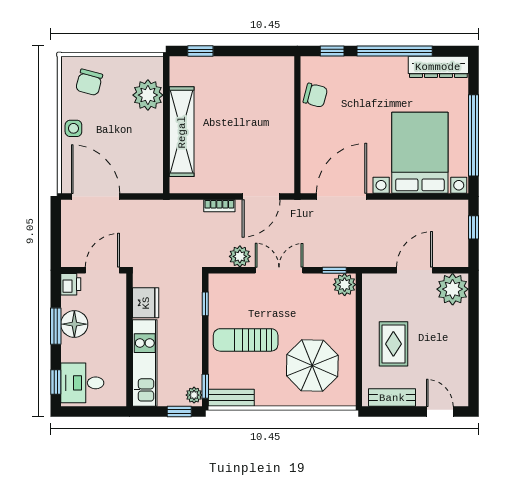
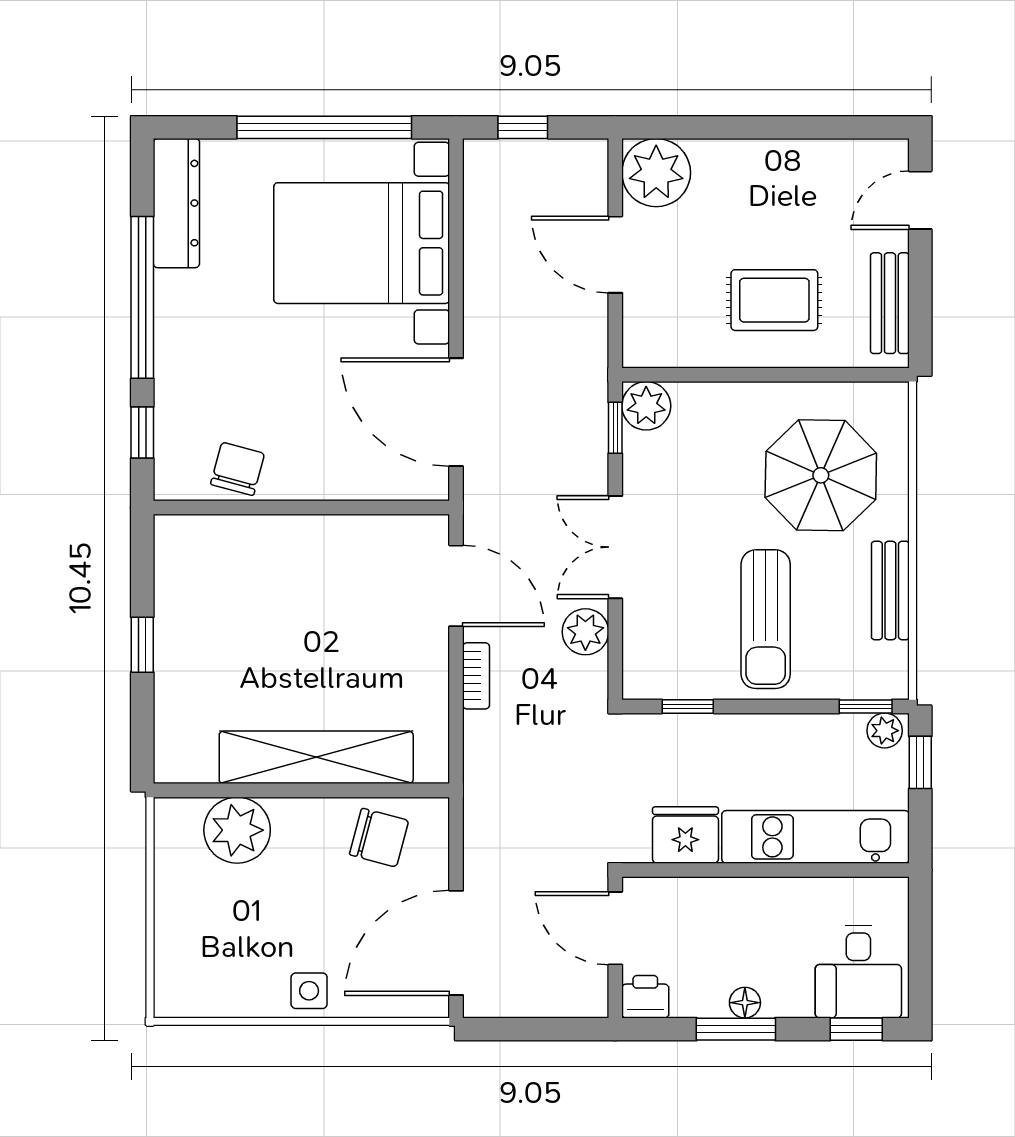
window: (200, 51) -> (142, 645), moved
chair: (89, 82) -> (379, 838), moved
floor lamp: (74, 324) -> (745, 1003), width x0.53, depth x0.53
bench: (231, 398) -> (890, 591), moved

